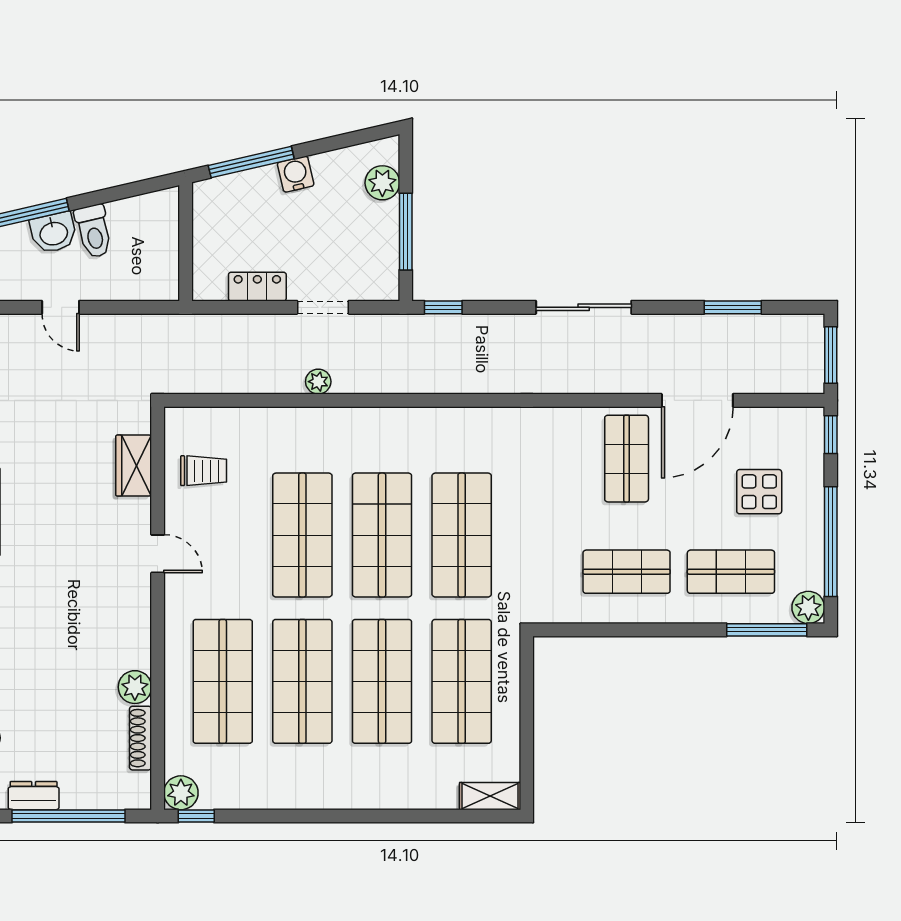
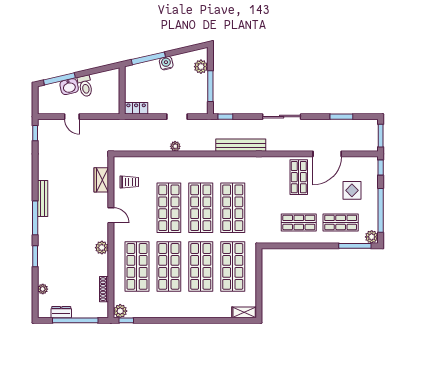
locker: (257, 287) -> (136, 108), moved
bench: (482, 379) -> (241, 145), added
plant: (135, 687) -> (102, 248), moved

